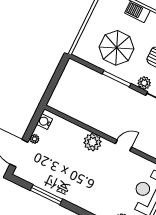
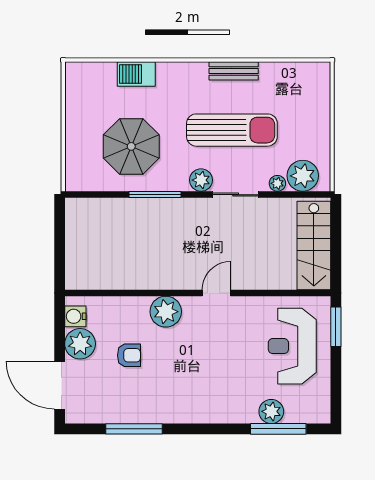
plant: (35, 139) -> (80, 344), width x1.87, depth x1.87
armchair: (62, 155) -> (129, 355), added

